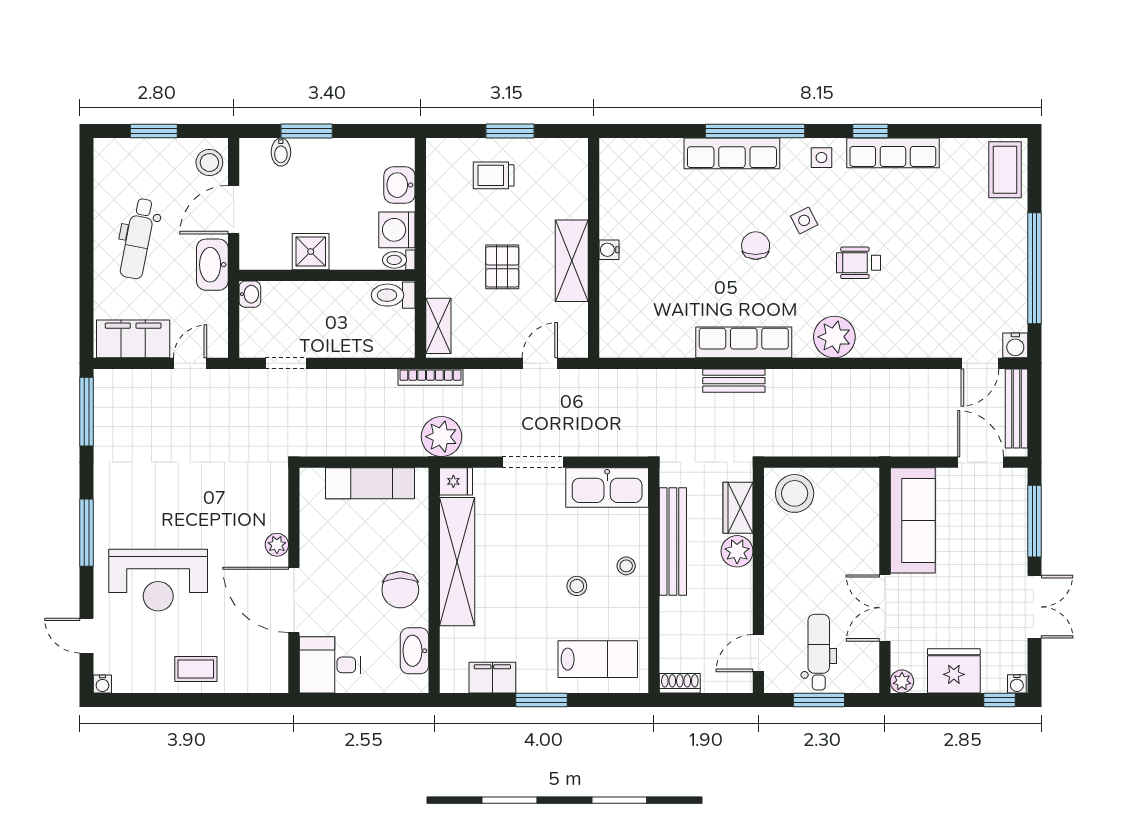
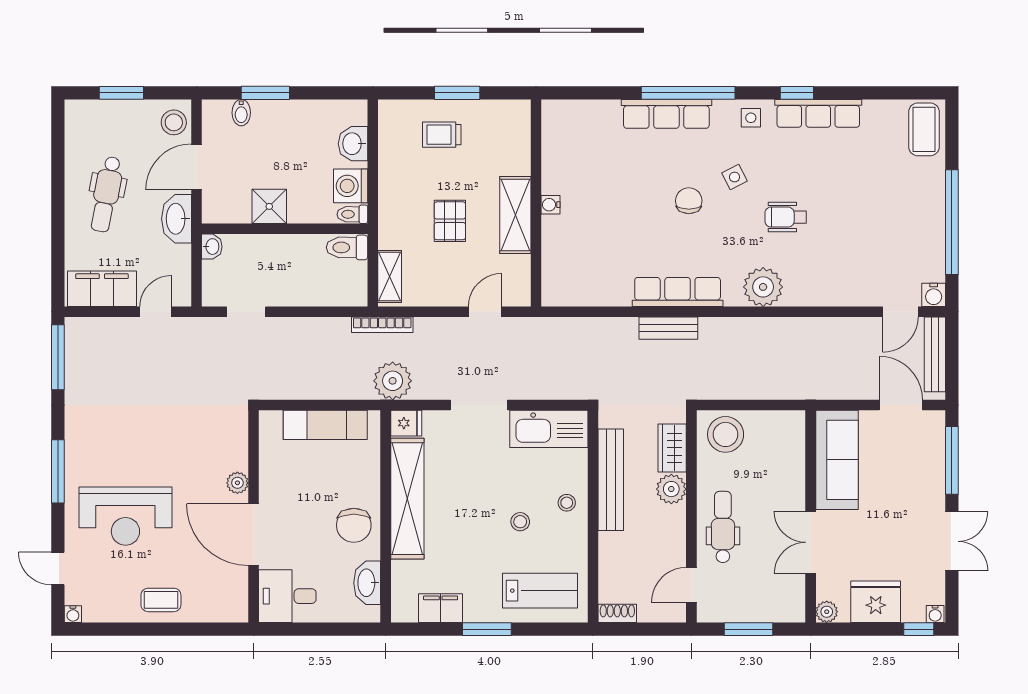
dental chair: (819, 652) -> (723, 527), moved

